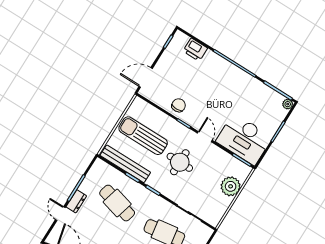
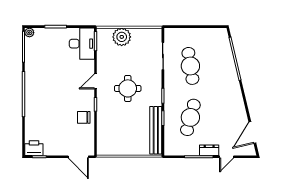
printer: (195, 50) -> (34, 148), moved, turned -90
sun lounger: (143, 136) -> (125, 130), removed
desk: (244, 139) -> (82, 44), width x0.73, depth x0.77

